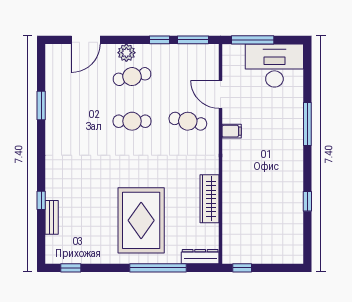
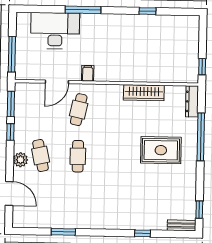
desk: (274, 66) -> (55, 31), moved, turned 90
bench: (52, 217) -> (182, 225), moved
rug: (141, 220) -> (161, 150), width x0.73, depth x0.69

